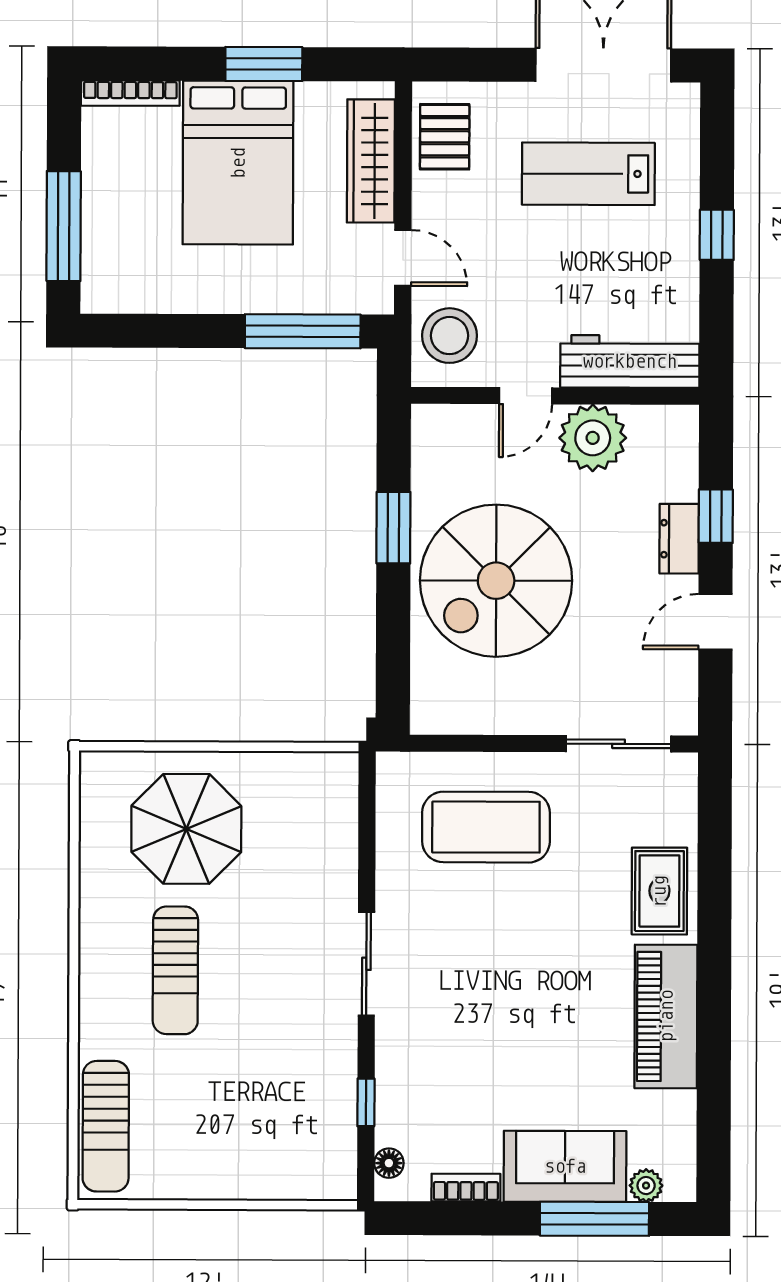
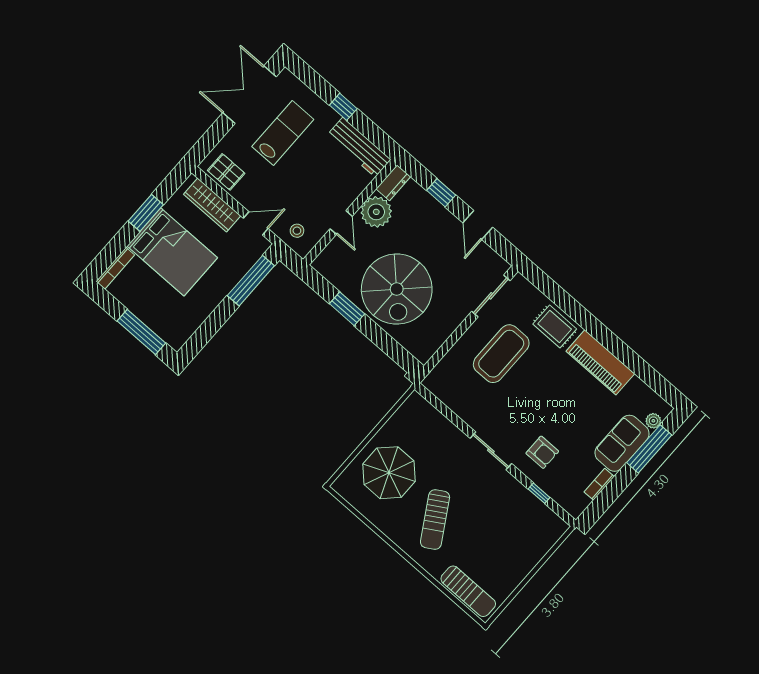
lab bench: (588, 174) -> (283, 133), turned 180
stool: (450, 336) -> (297, 231), width x0.53, depth x0.53
workbench: (630, 361) -> (359, 147), moved, turned -90
dresser: (679, 539) -> (393, 183), moved, turned -90
coffee table: (486, 827) -> (501, 354), moved
sun lounger: (175, 970) -> (435, 520), turned 59
armchair: (437, 1049) -> (542, 452), added
floor lamp: (389, 1163) -> (567, 504), removed

